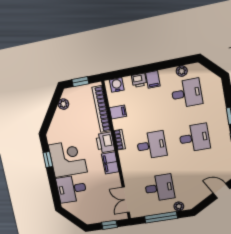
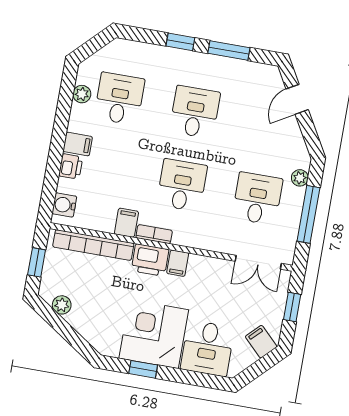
filing cabinet: (118, 112) -> (126, 223), moved
filing cabinet: (110, 163) -> (178, 263), width x0.50
filing cabinet: (86, 215) -> (261, 342), added

